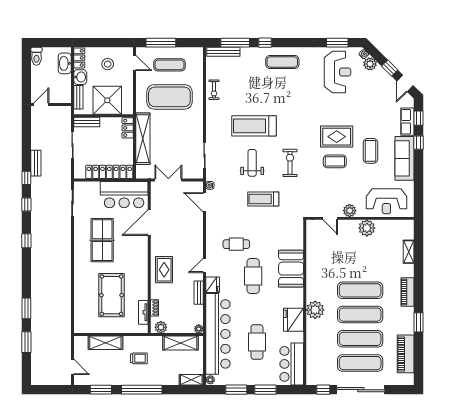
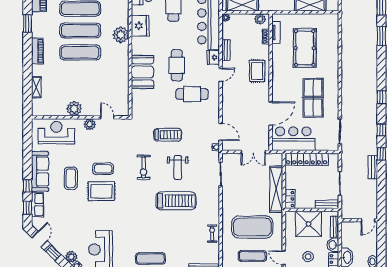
cafe table: (236, 244) -> (192, 94), width x1.37, depth x1.35

